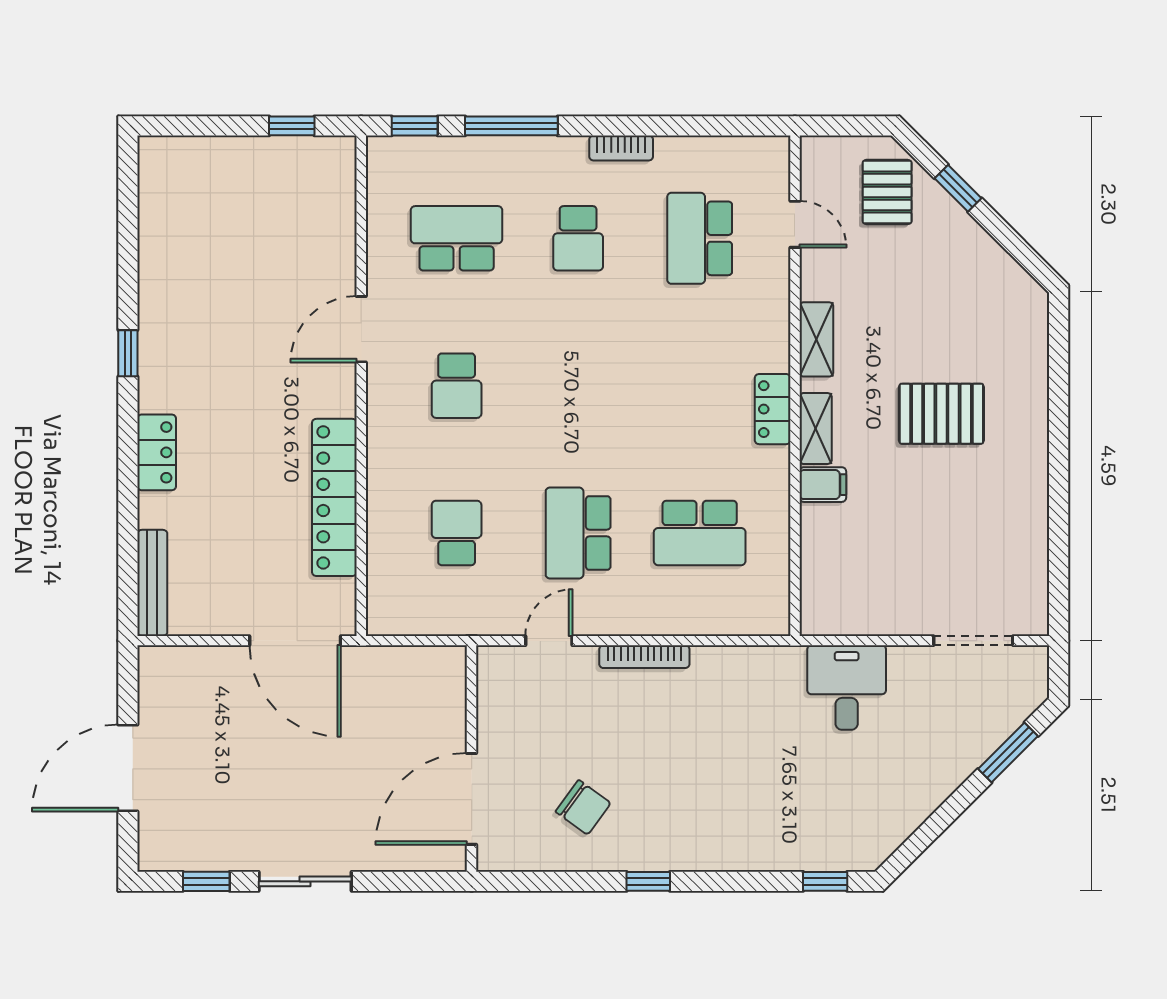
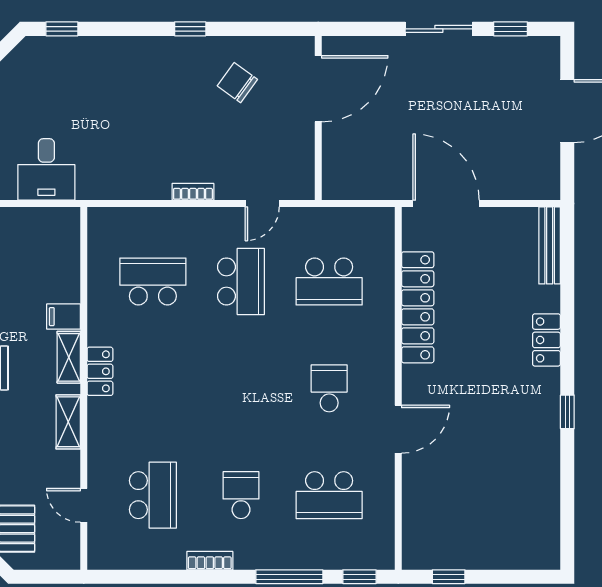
school desk: (457, 533) -> (329, 281), width x1.85
bookcase: (644, 657) -> (193, 192), width x0.64

